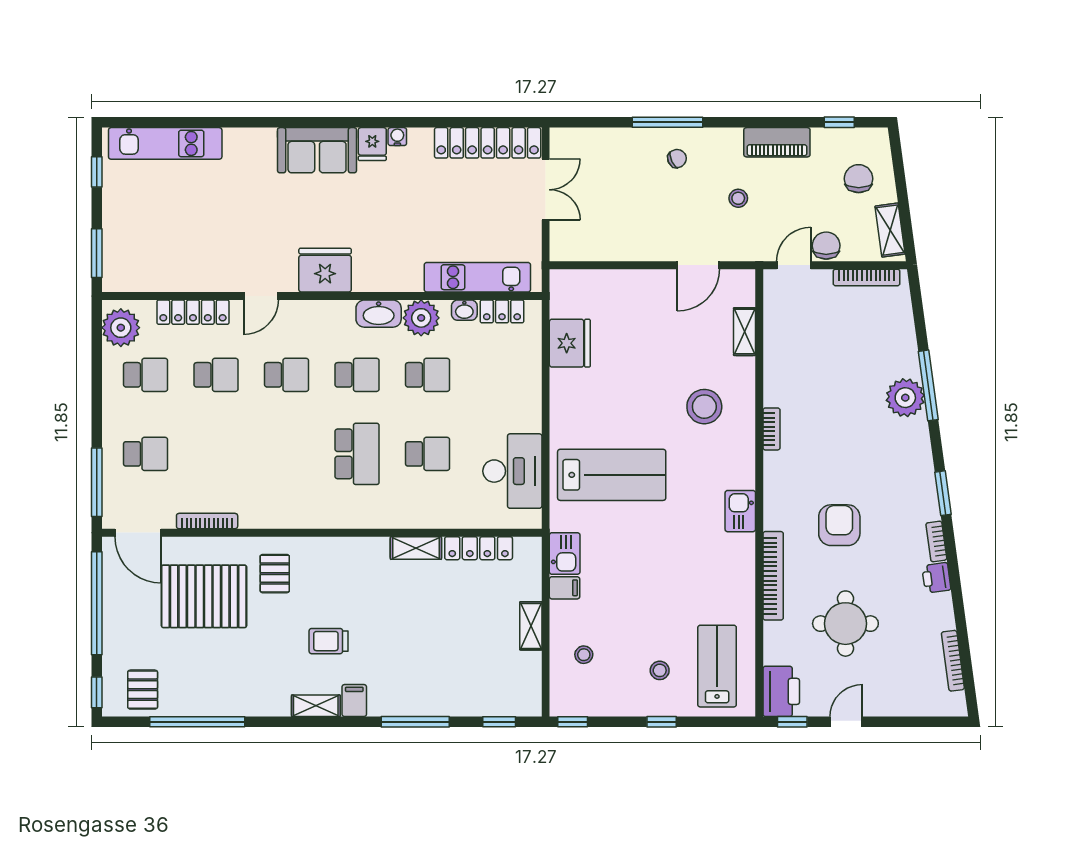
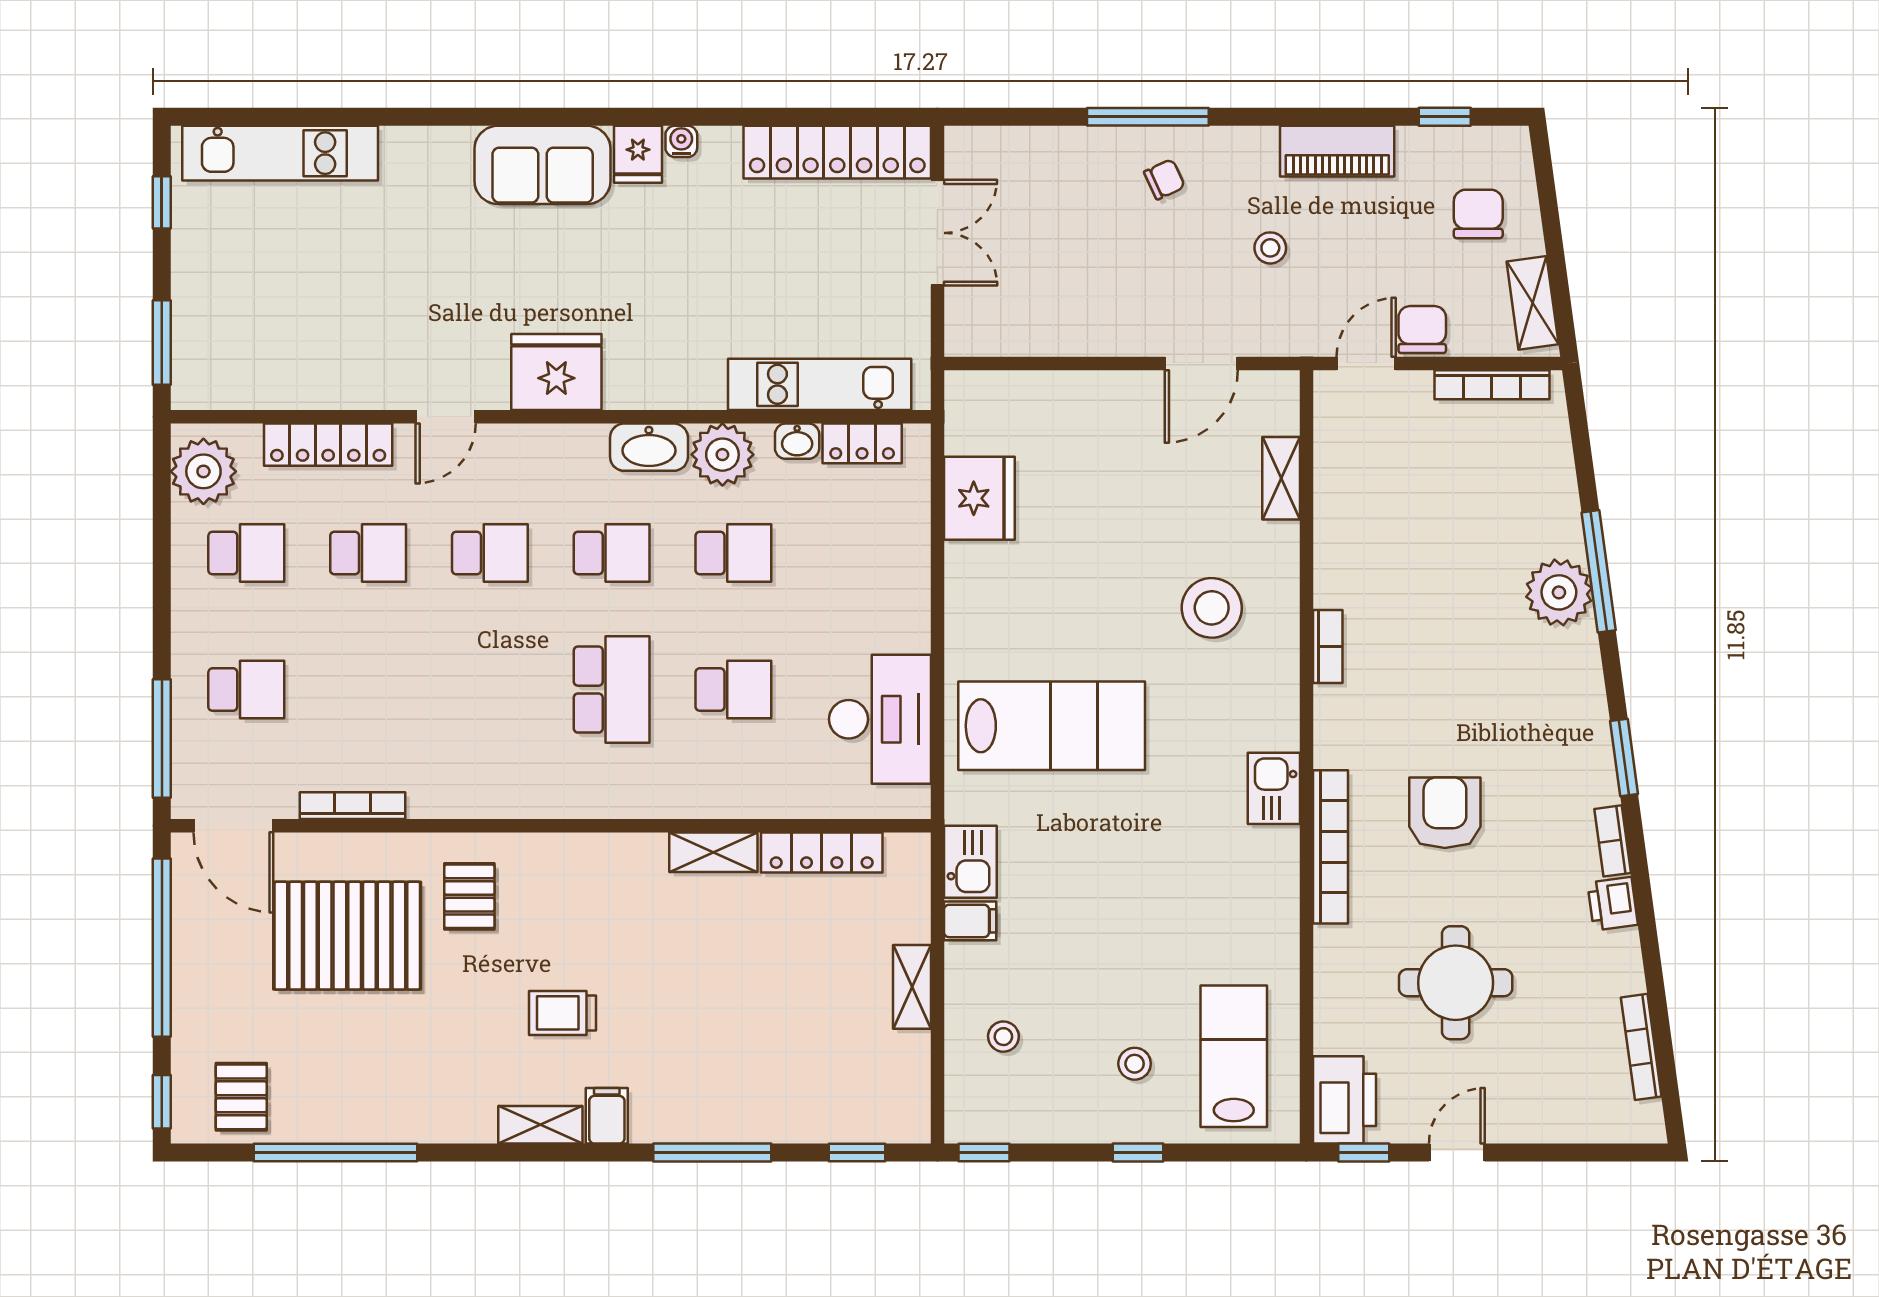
bookcase: (773, 576) -> (1331, 847), moved

